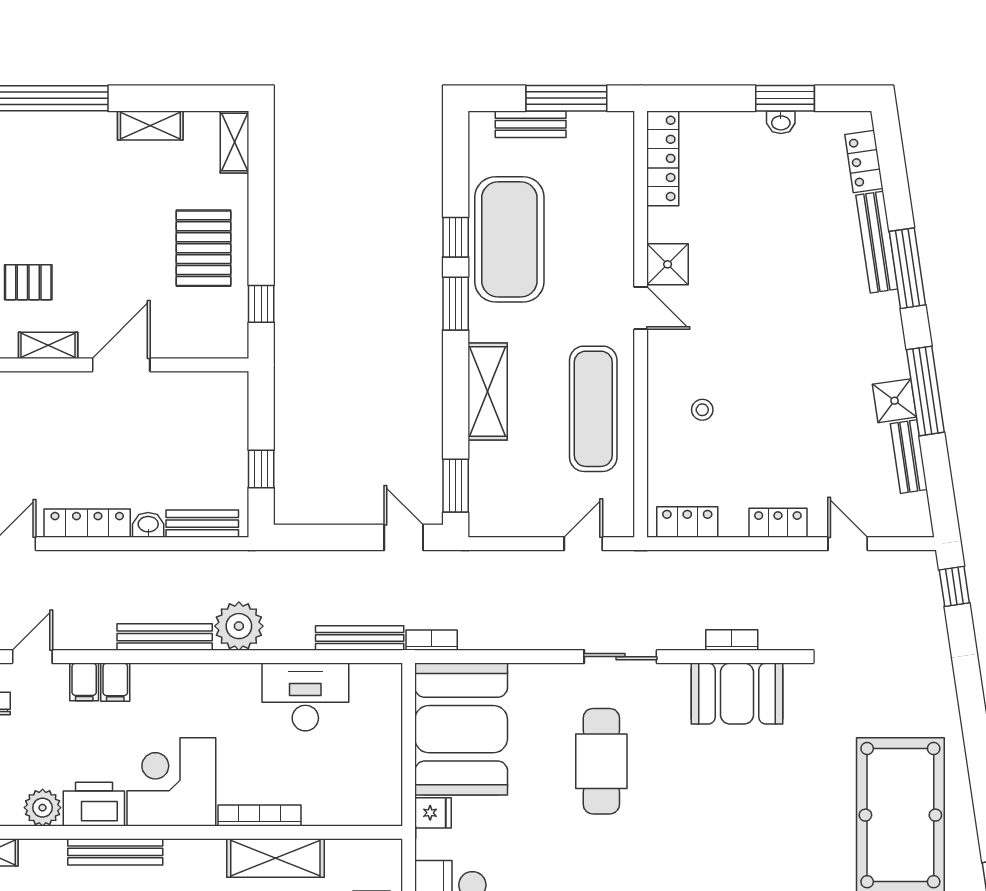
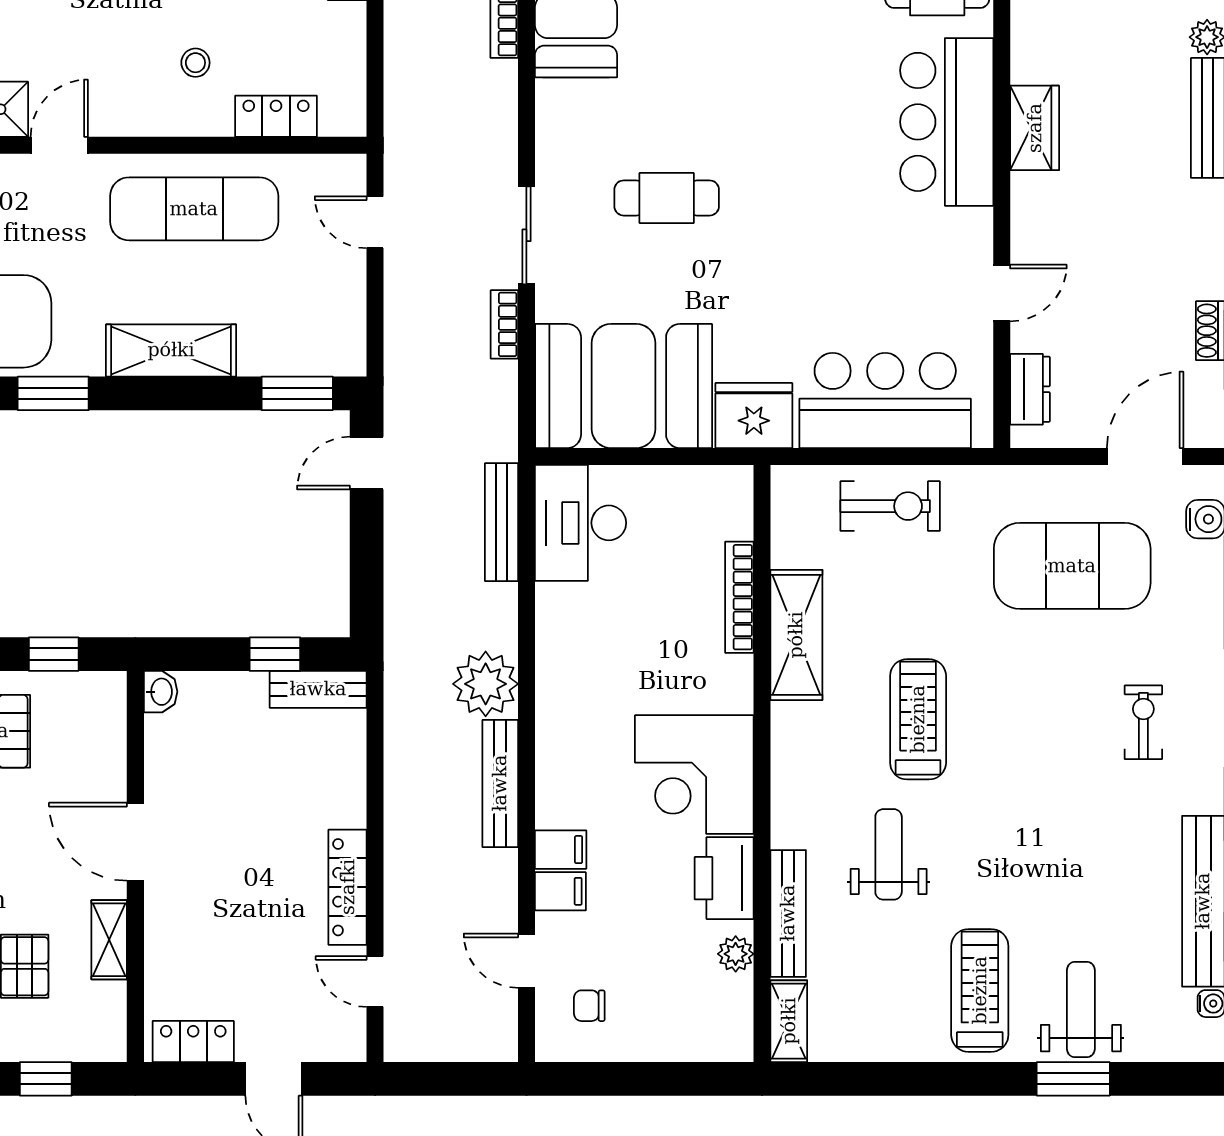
locker: (687, 522) -> (276, 116), moved, turned 90
bench: (202, 524) -> (318, 689), moved, turned 90
washbasin: (148, 525) -> (161, 692), moved, turned 180
bookcase: (432, 640) -> (504, 324), moved
sliding door: (620, 657) -> (526, 235), moved
desk: (305, 697) -> (580, 523), moved
cafe table: (601, 761) -> (667, 198), width x0.73, depth x0.74
plant: (43, 808) -> (736, 954), width x0.73, depth x0.73
fridge: (433, 813) -> (754, 415), width x1.88, depth x1.34
bookcase: (259, 815) -> (739, 597), moved
bench: (115, 852) -> (788, 913), moved

